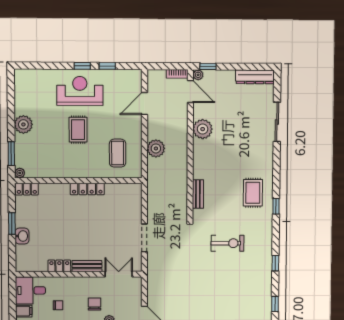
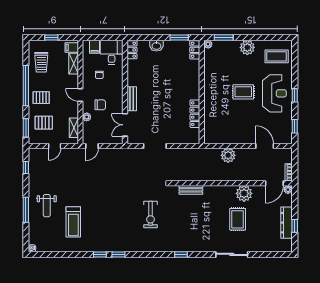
window: (107, 66) -> (295, 126), moved
window: (208, 66) -> (295, 226), moved
dresser: (255, 77) -> (286, 223), moved
sliding door: (277, 122) -> (232, 254), moved
coffee table: (118, 153) -> (277, 56), moved
locker: (87, 189) -> (195, 114), moved
rug: (253, 193) -> (238, 219), moved, turned 90
window: (12, 223) -> (179, 37), moved
window: (275, 263) -> (118, 254), moved
locker: (59, 266) -> (132, 50), moved
double door: (119, 274) -> (125, 125), swing flipped

